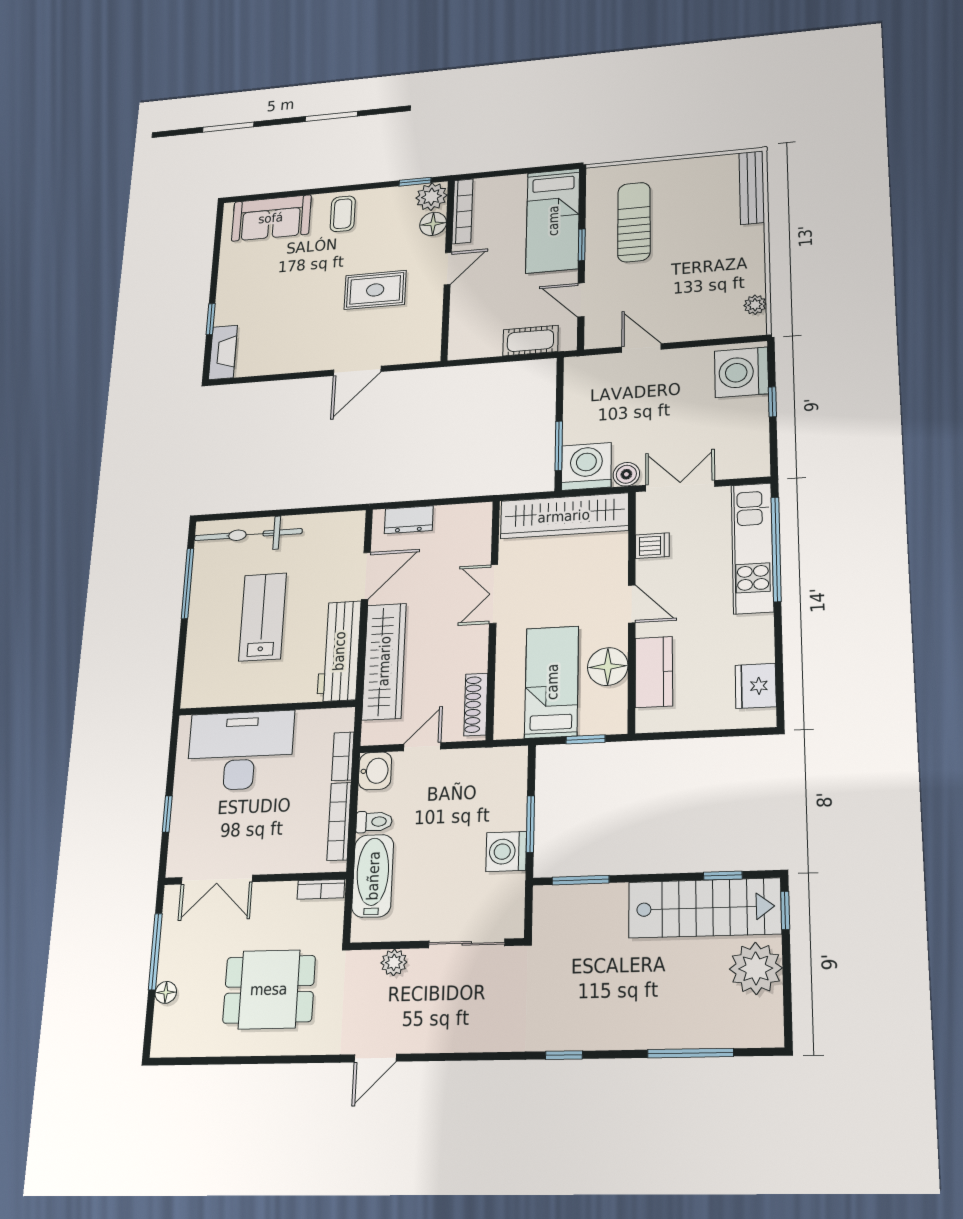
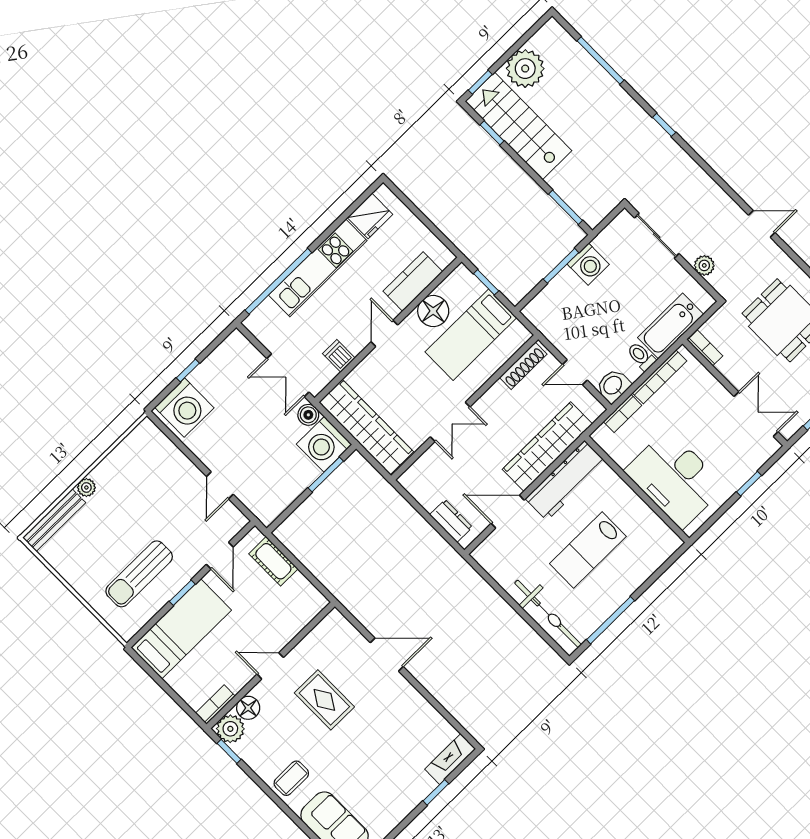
bookcase: (463, 211) -> (215, 705), width x0.64
plant: (755, 305) -> (86, 487), moved
kitchen unit: (752, 548) -> (318, 268), moved

